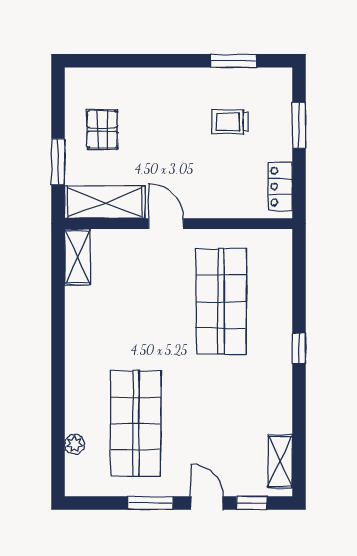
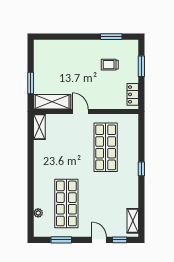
pallet: (102, 129) -> (51, 68), removed
window: (150, 503) -> (61, 240), moved

